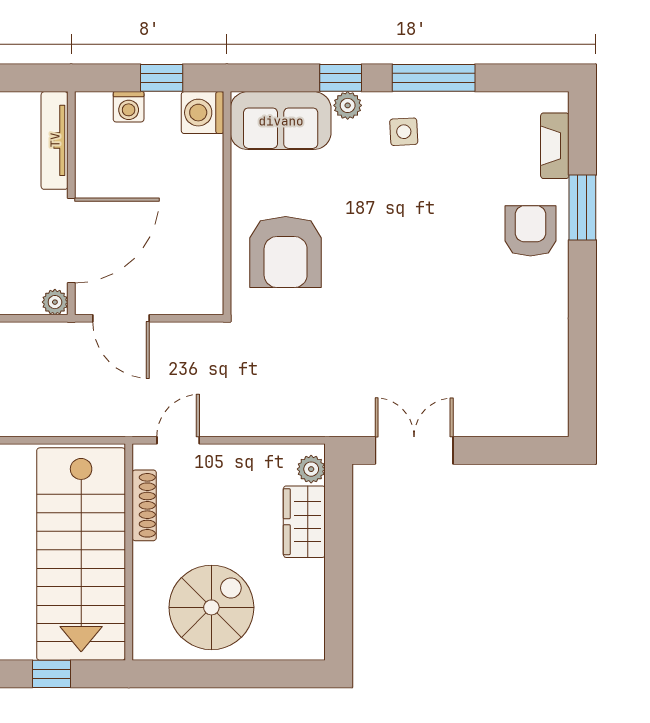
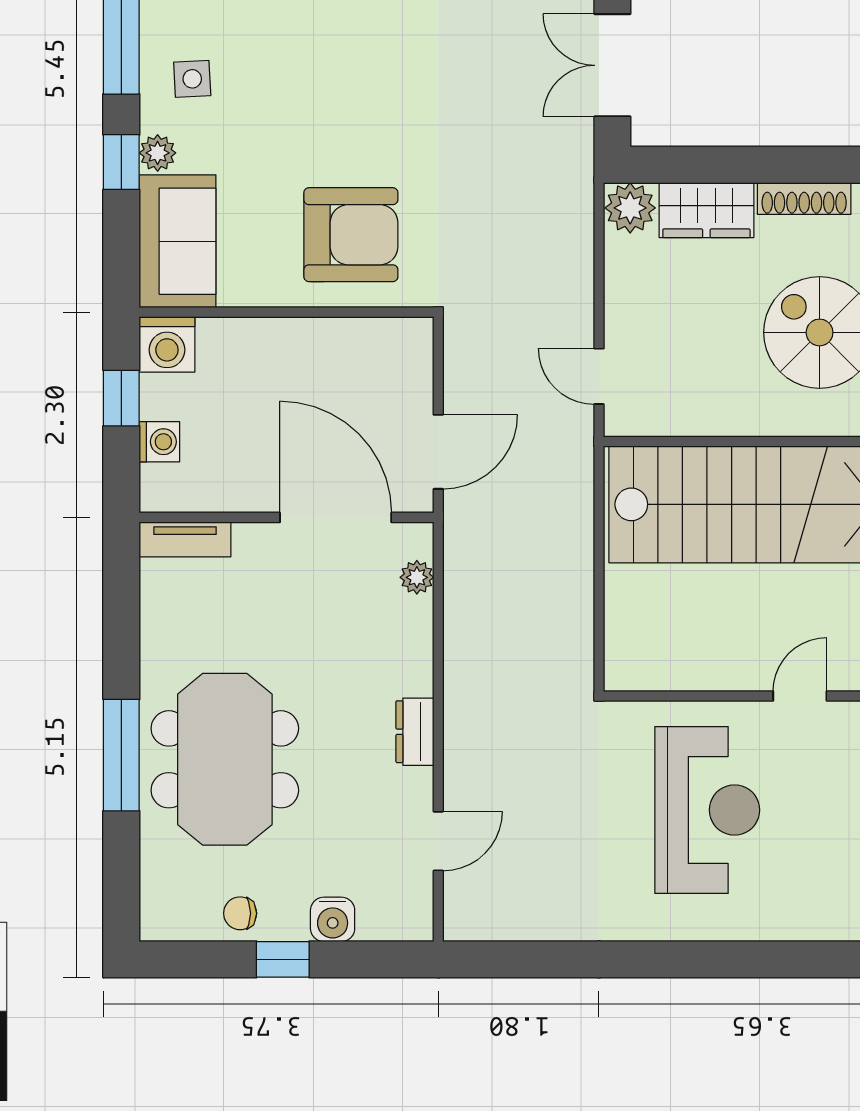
tv unit: (55, 140) -> (185, 539), width x0.71
plant: (55, 302) -> (417, 577), moved
plant: (311, 469) -> (630, 208), width x1.38, depth x1.38
shoe rack: (144, 505) -> (804, 199), moved, turned 180

